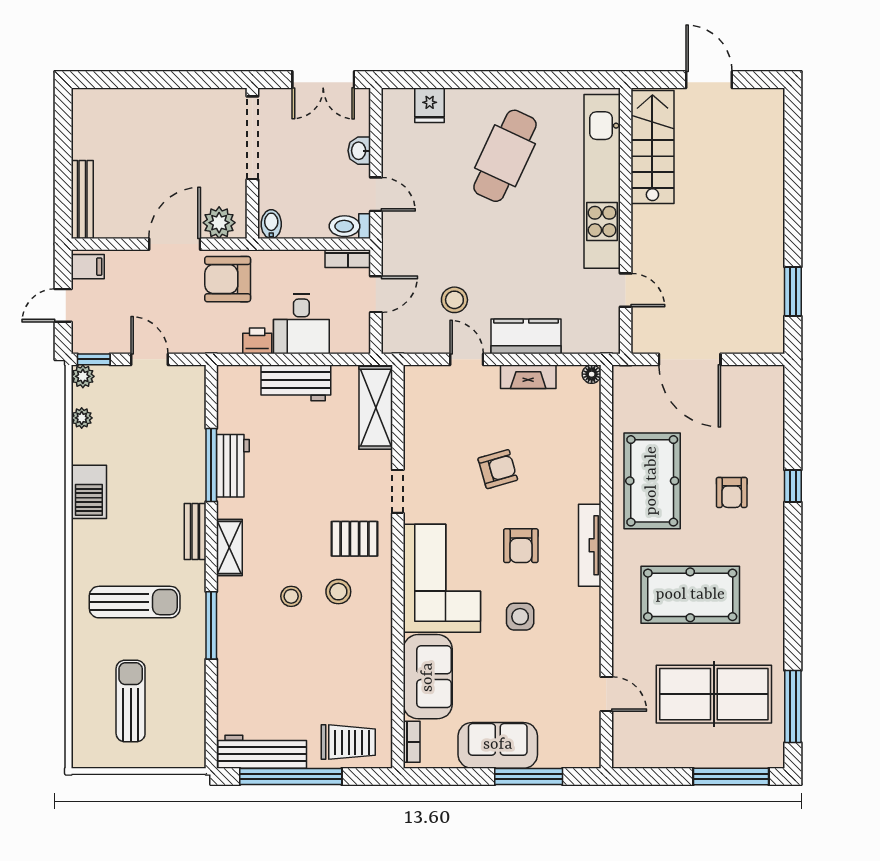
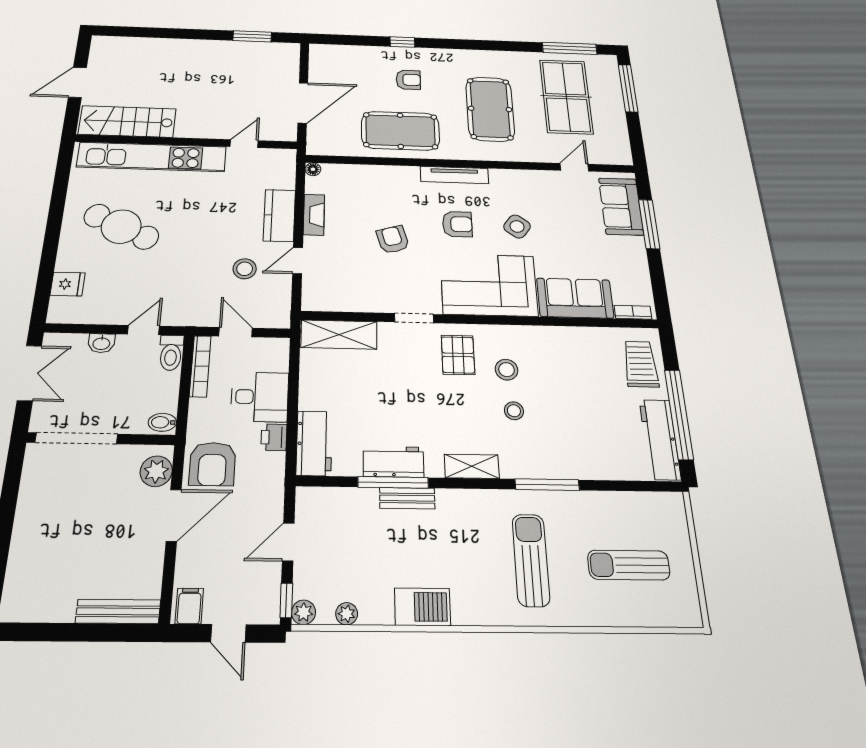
door: (175, 244) -> (174, 515), swing flipped
bookcase: (348, 259) -> (200, 366), width x1.56
workbench: (296, 383) -> (314, 443), moved
bench: (195, 531) -> (407, 498), moved
side table: (520, 617) -> (517, 226), turned 36
sofa: (498, 745) -> (621, 206), moved

